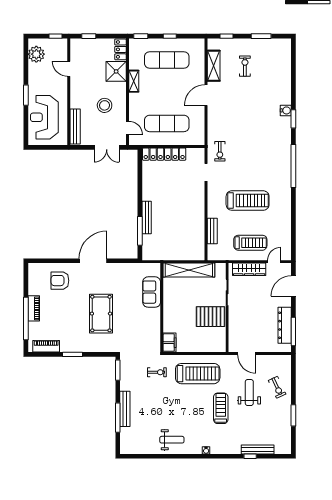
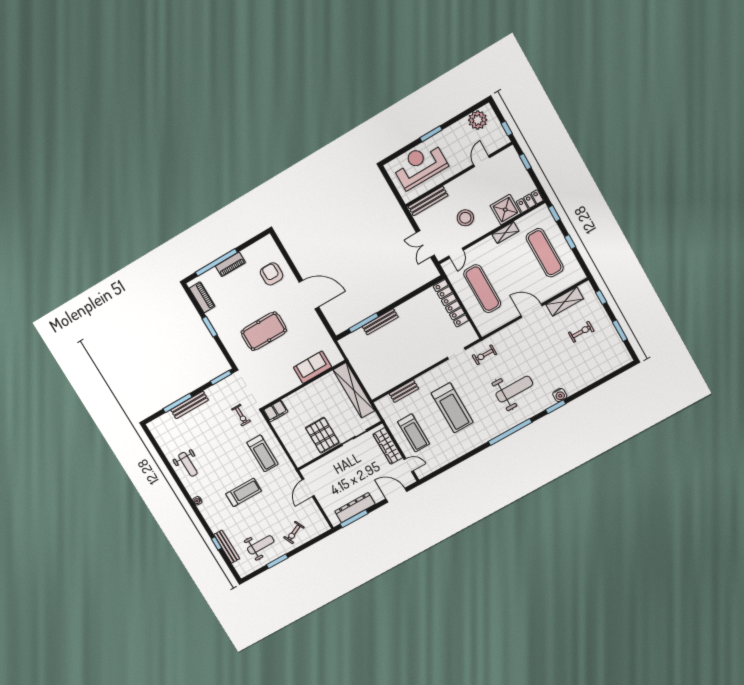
weight bench: (261, 143) -> (514, 389), added
treadmill: (198, 374) -> (263, 453), width x0.73, depth x0.73
weight bench: (249, 393) -> (261, 545), moved

